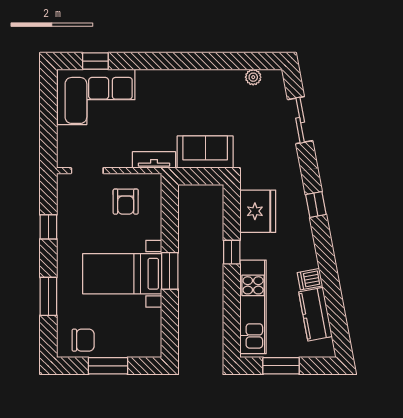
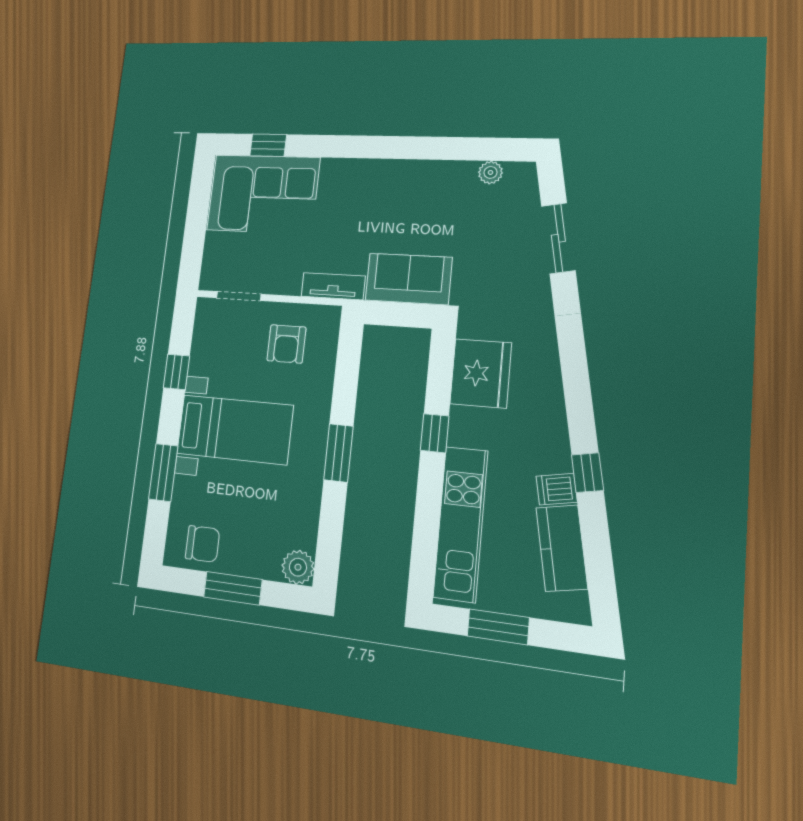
window: (316, 204) -> (587, 473), moved
bed with nightstands: (122, 274) -> (235, 430), moved, turned 180
plant: (151, 347) -> (298, 567), added

